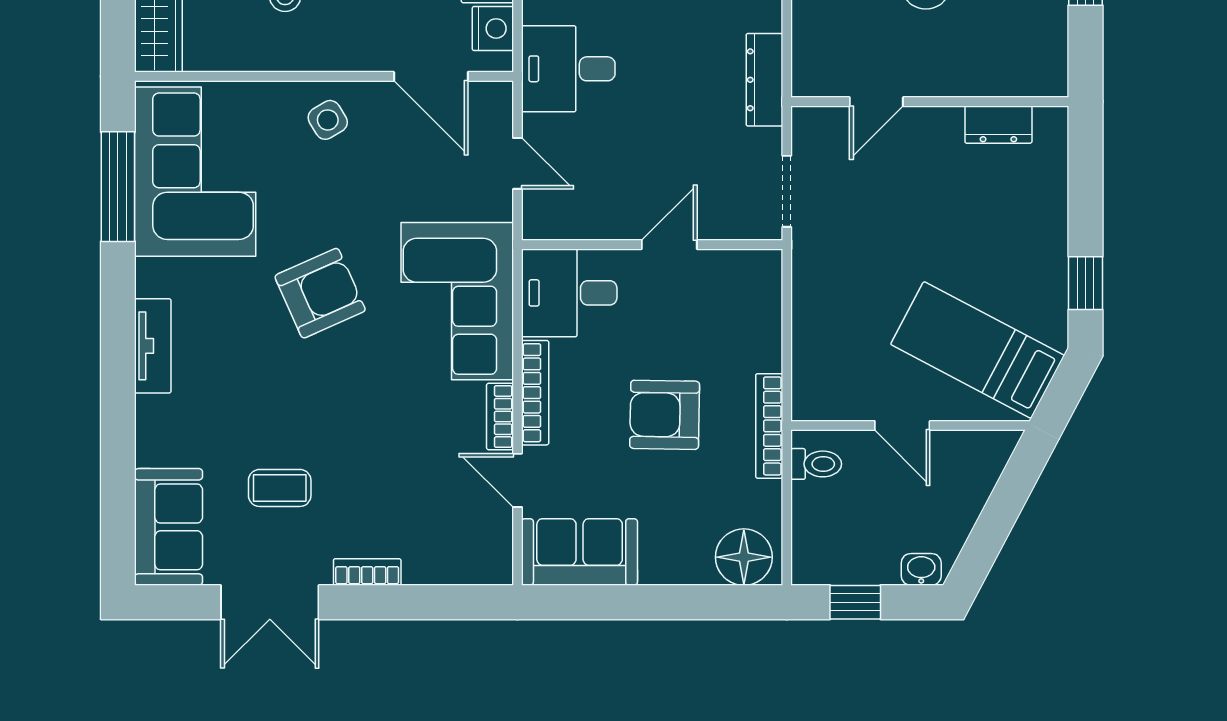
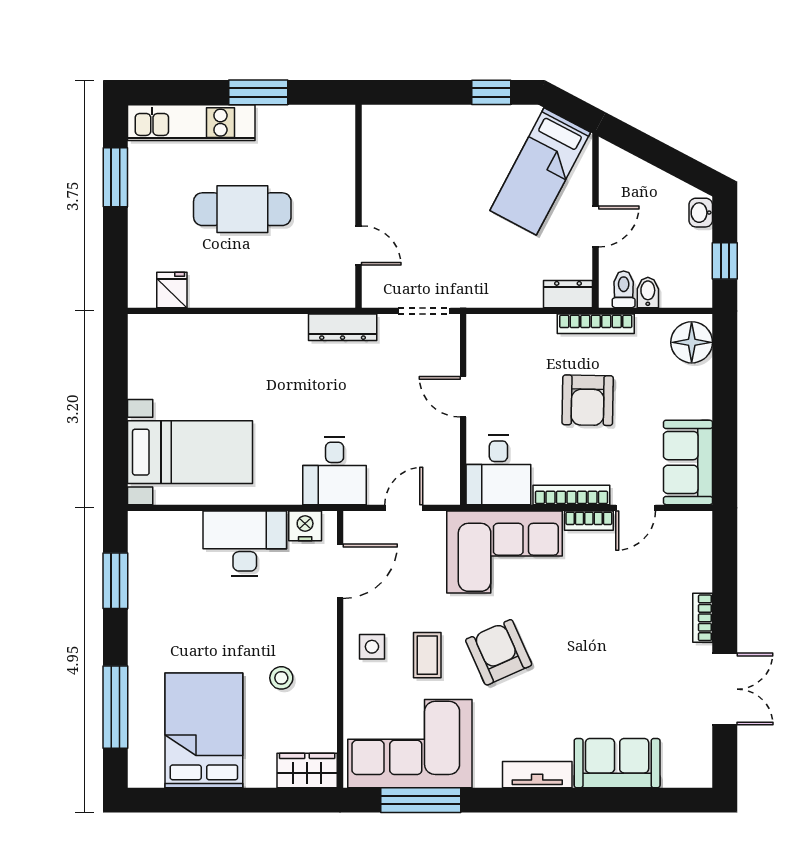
side table: (328, 120) -> (372, 647), turned 31
dresser: (998, 125) -> (568, 294), moved, turned -90
coffee table: (280, 488) -> (427, 655), moved
bidet: (812, 497) -> (648, 292), added
sofa: (169, 527) -> (617, 763), moved

